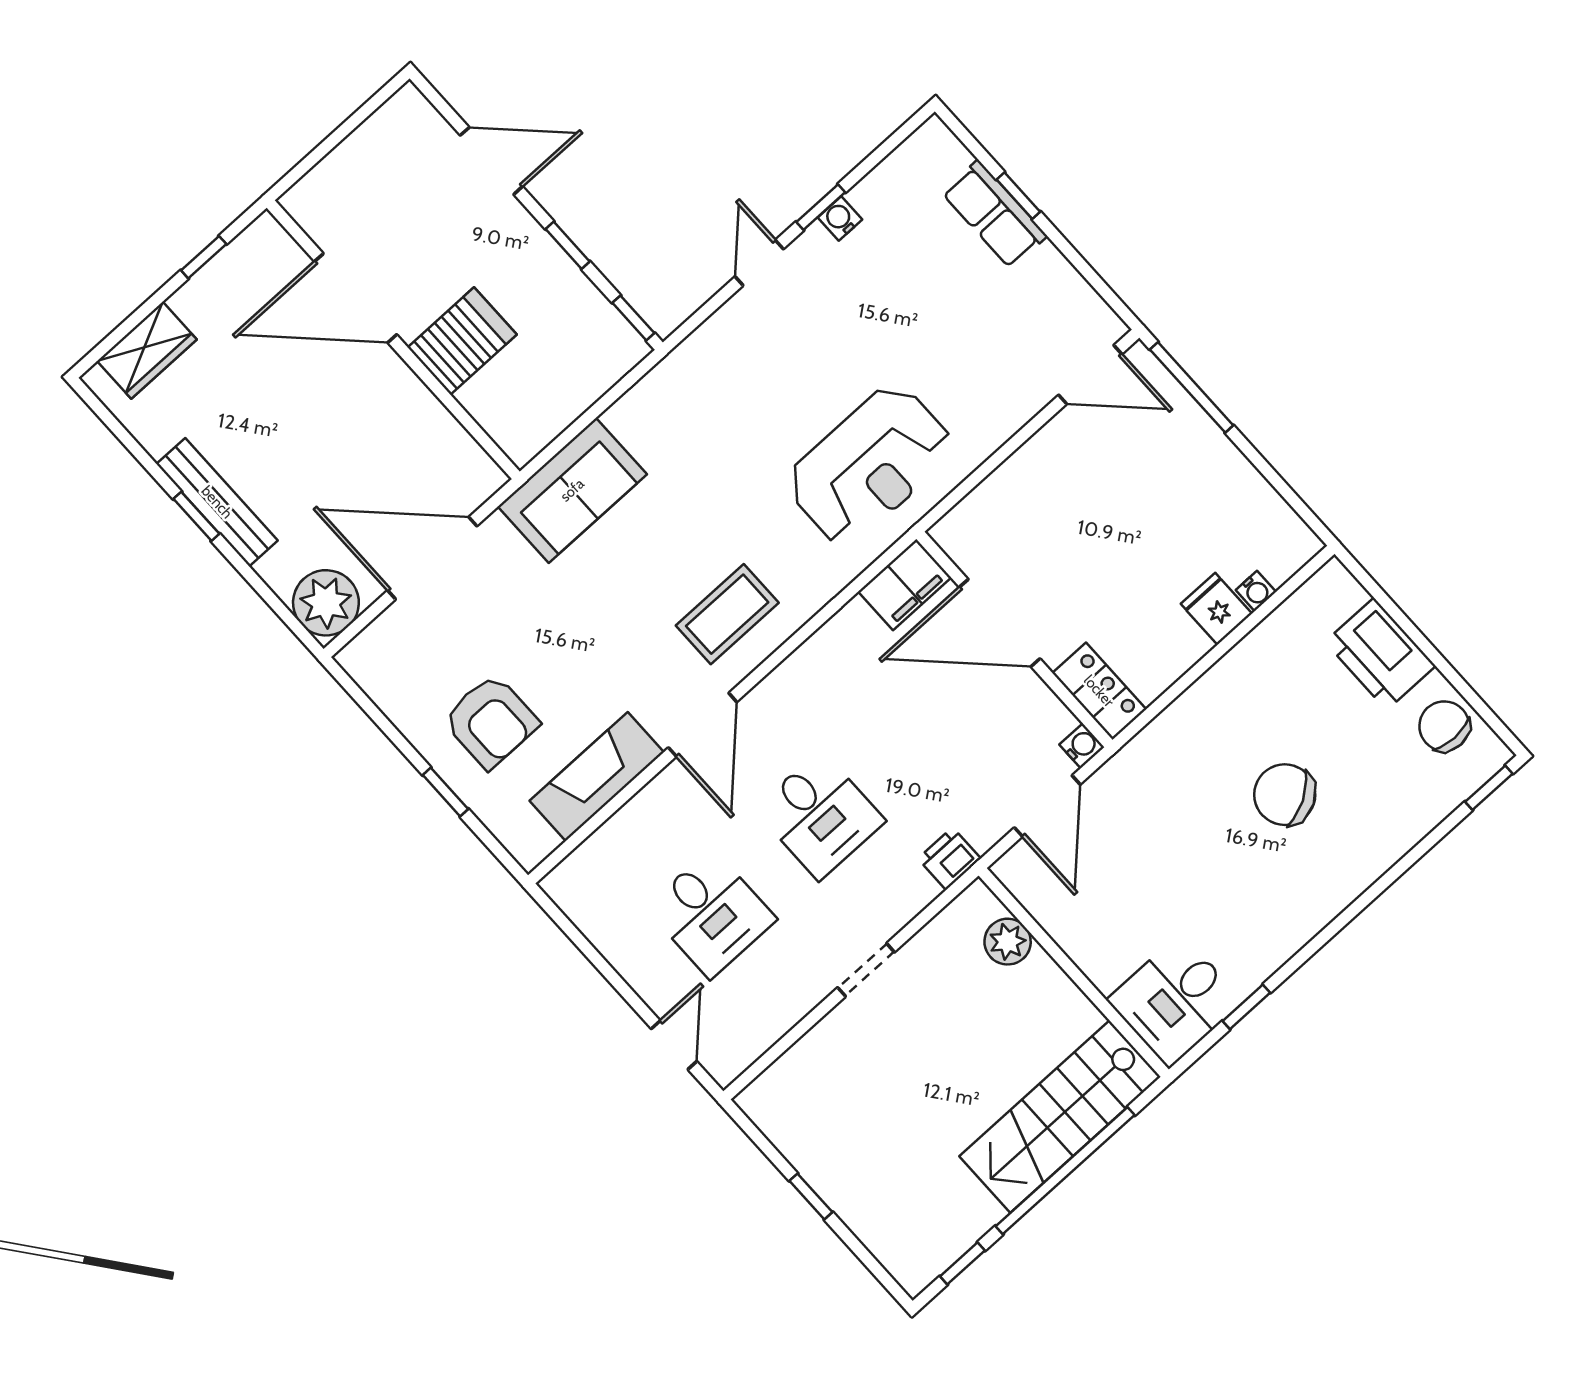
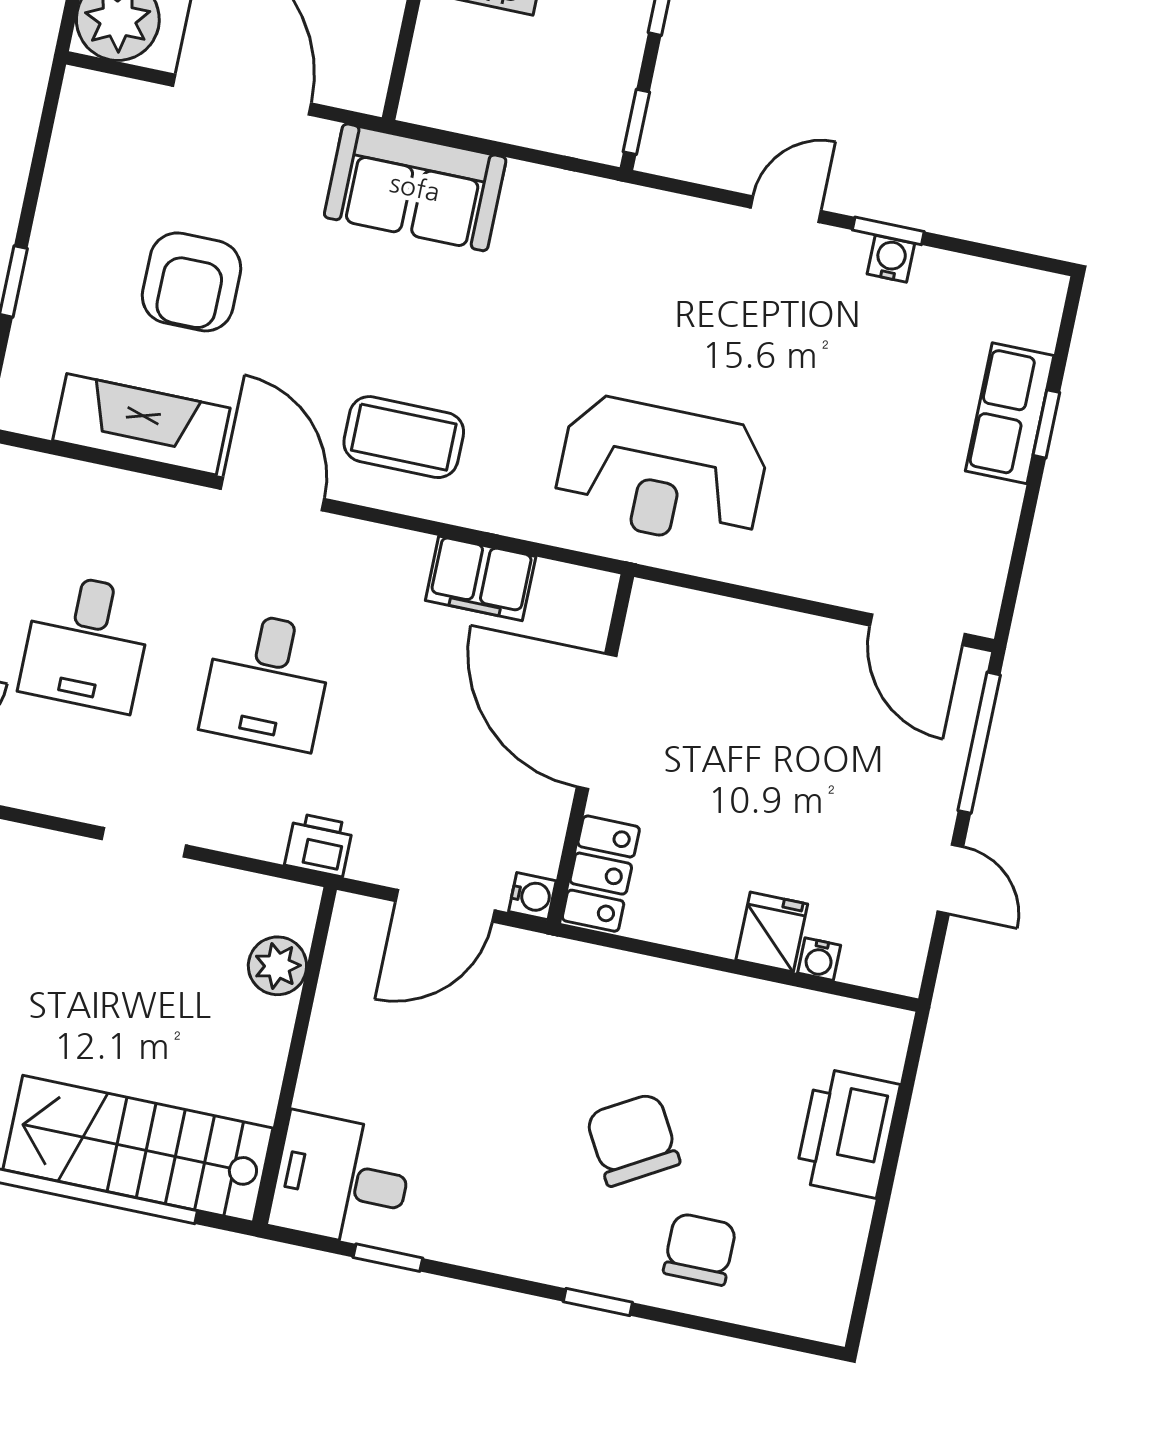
door: (1266, 469) -> (950, 879), added
filing cabinet: (905, 585) -> (481, 578), moved
armchair: (491, 721) -> (192, 282), moved
door: (703, 725) -> (273, 494), swing flipped
chair: (1444, 726) -> (700, 1249), moved
window: (1489, 788) -> (598, 1302), moved

